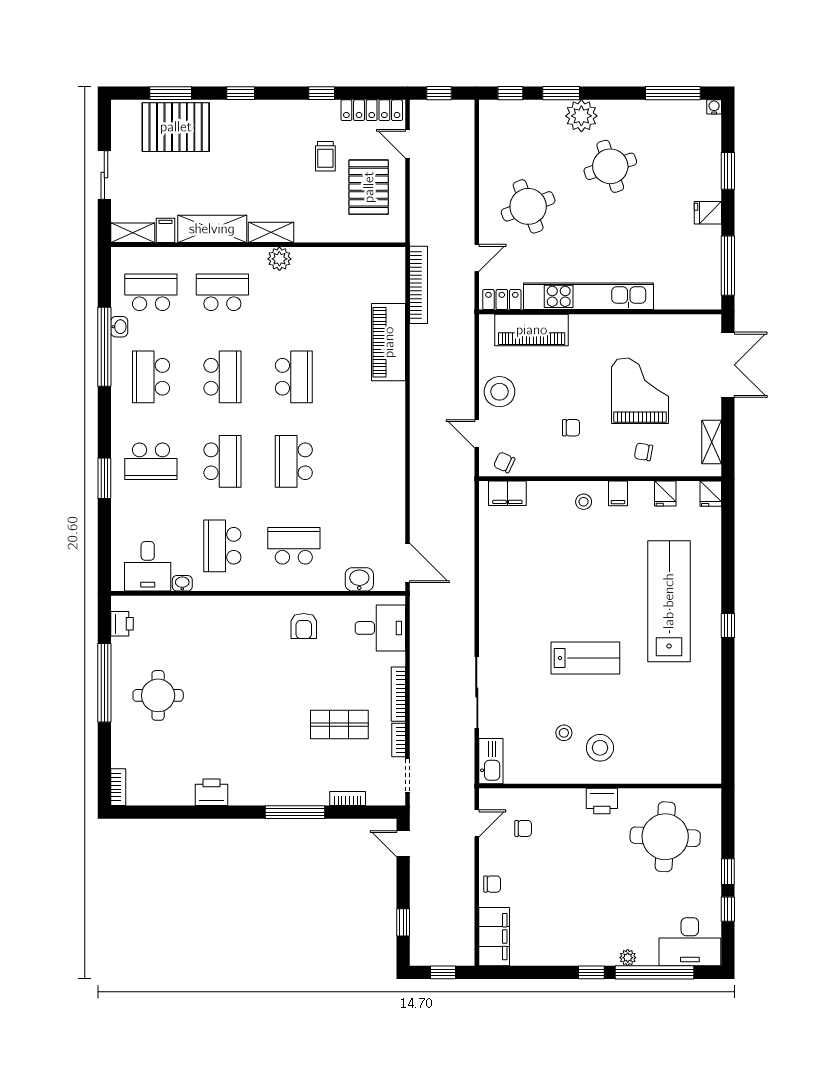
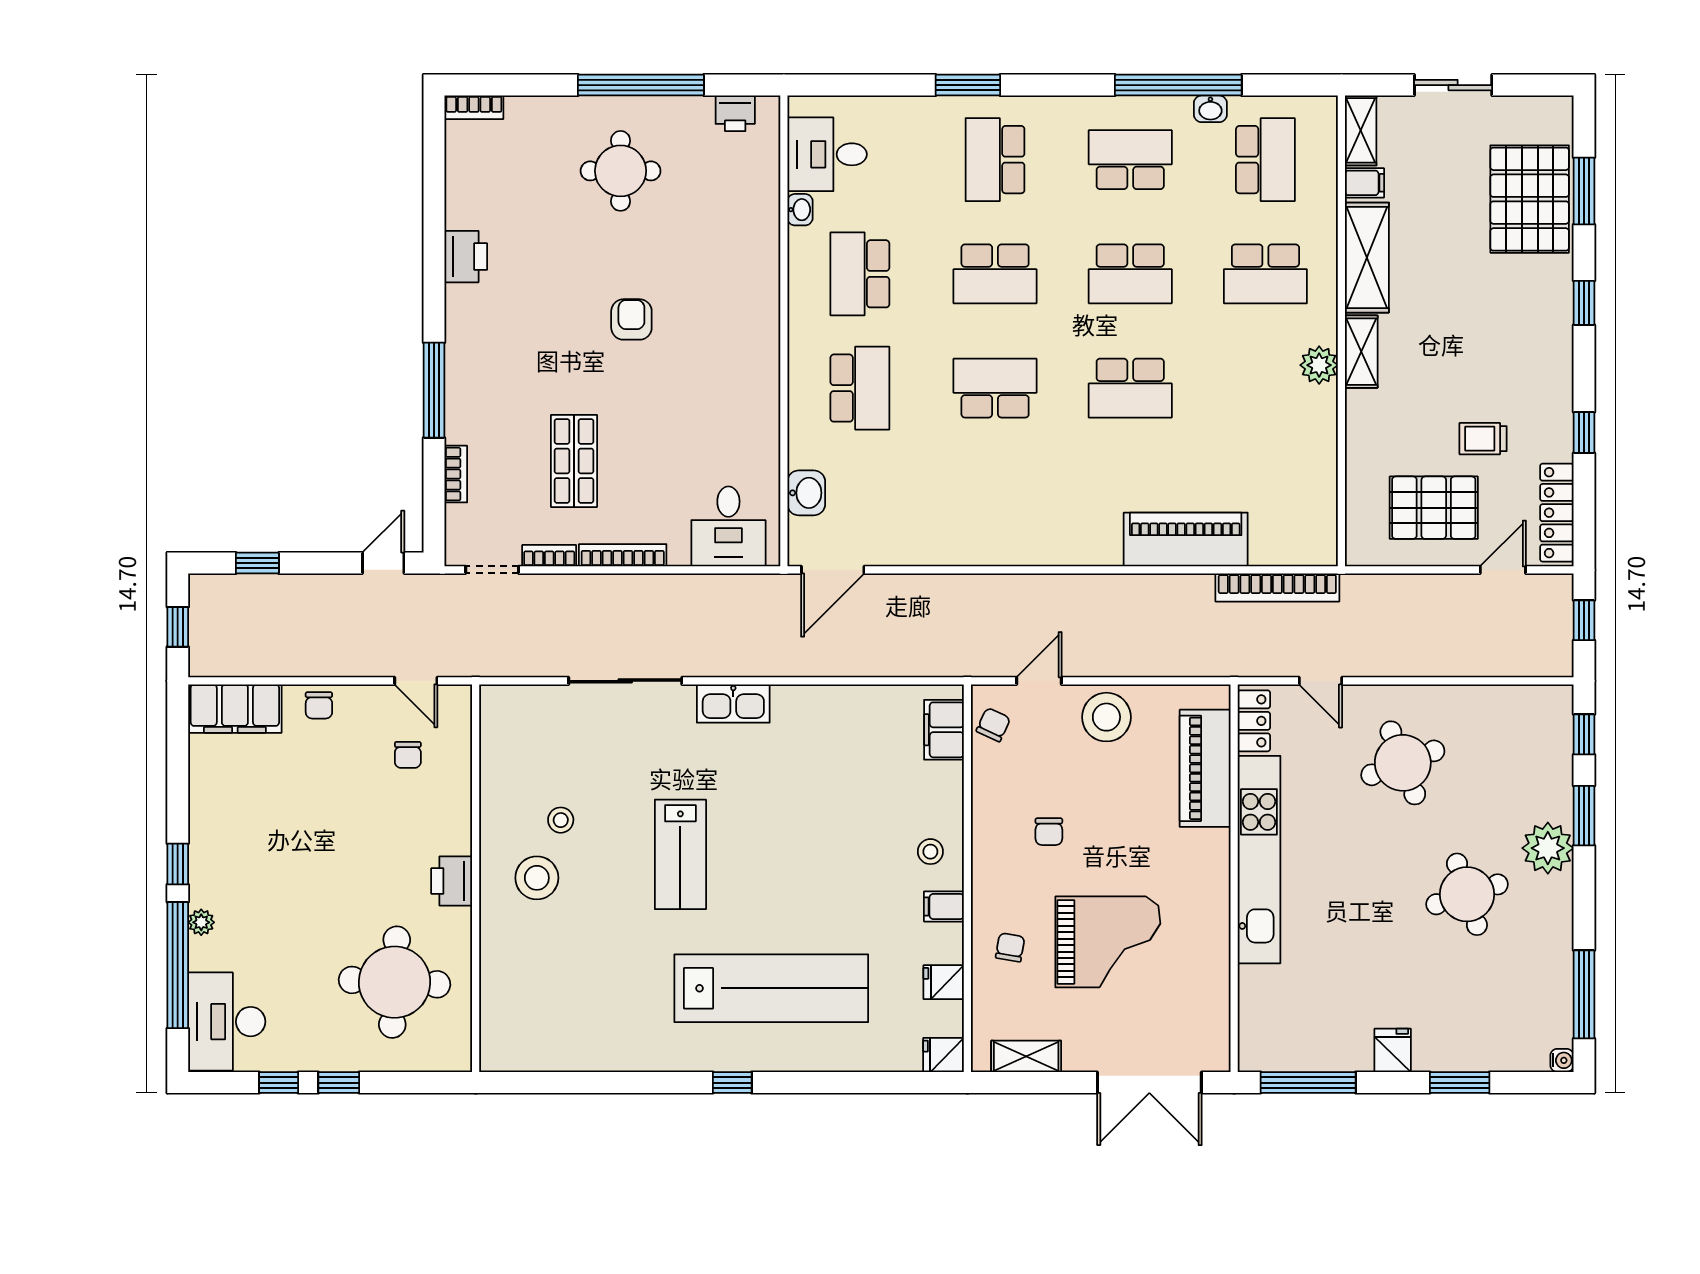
school desk: (222, 292) -> (1265, 274), turned 90
school desk: (222, 546) -> (860, 274), turned -90
armchair: (304, 626) -> (631, 319), moved, turned 90
kitchen sink: (491, 761) -> (733, 703), moved

